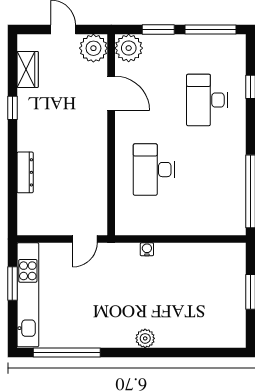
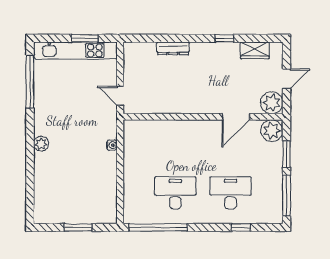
desk: (154, 170) -> (175, 193), moved

